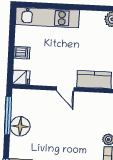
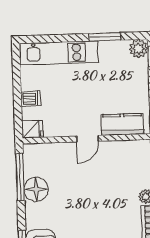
window: (86, 8) -> (105, 37), added
door: (65, 89) -> (88, 139), hinge flipped

